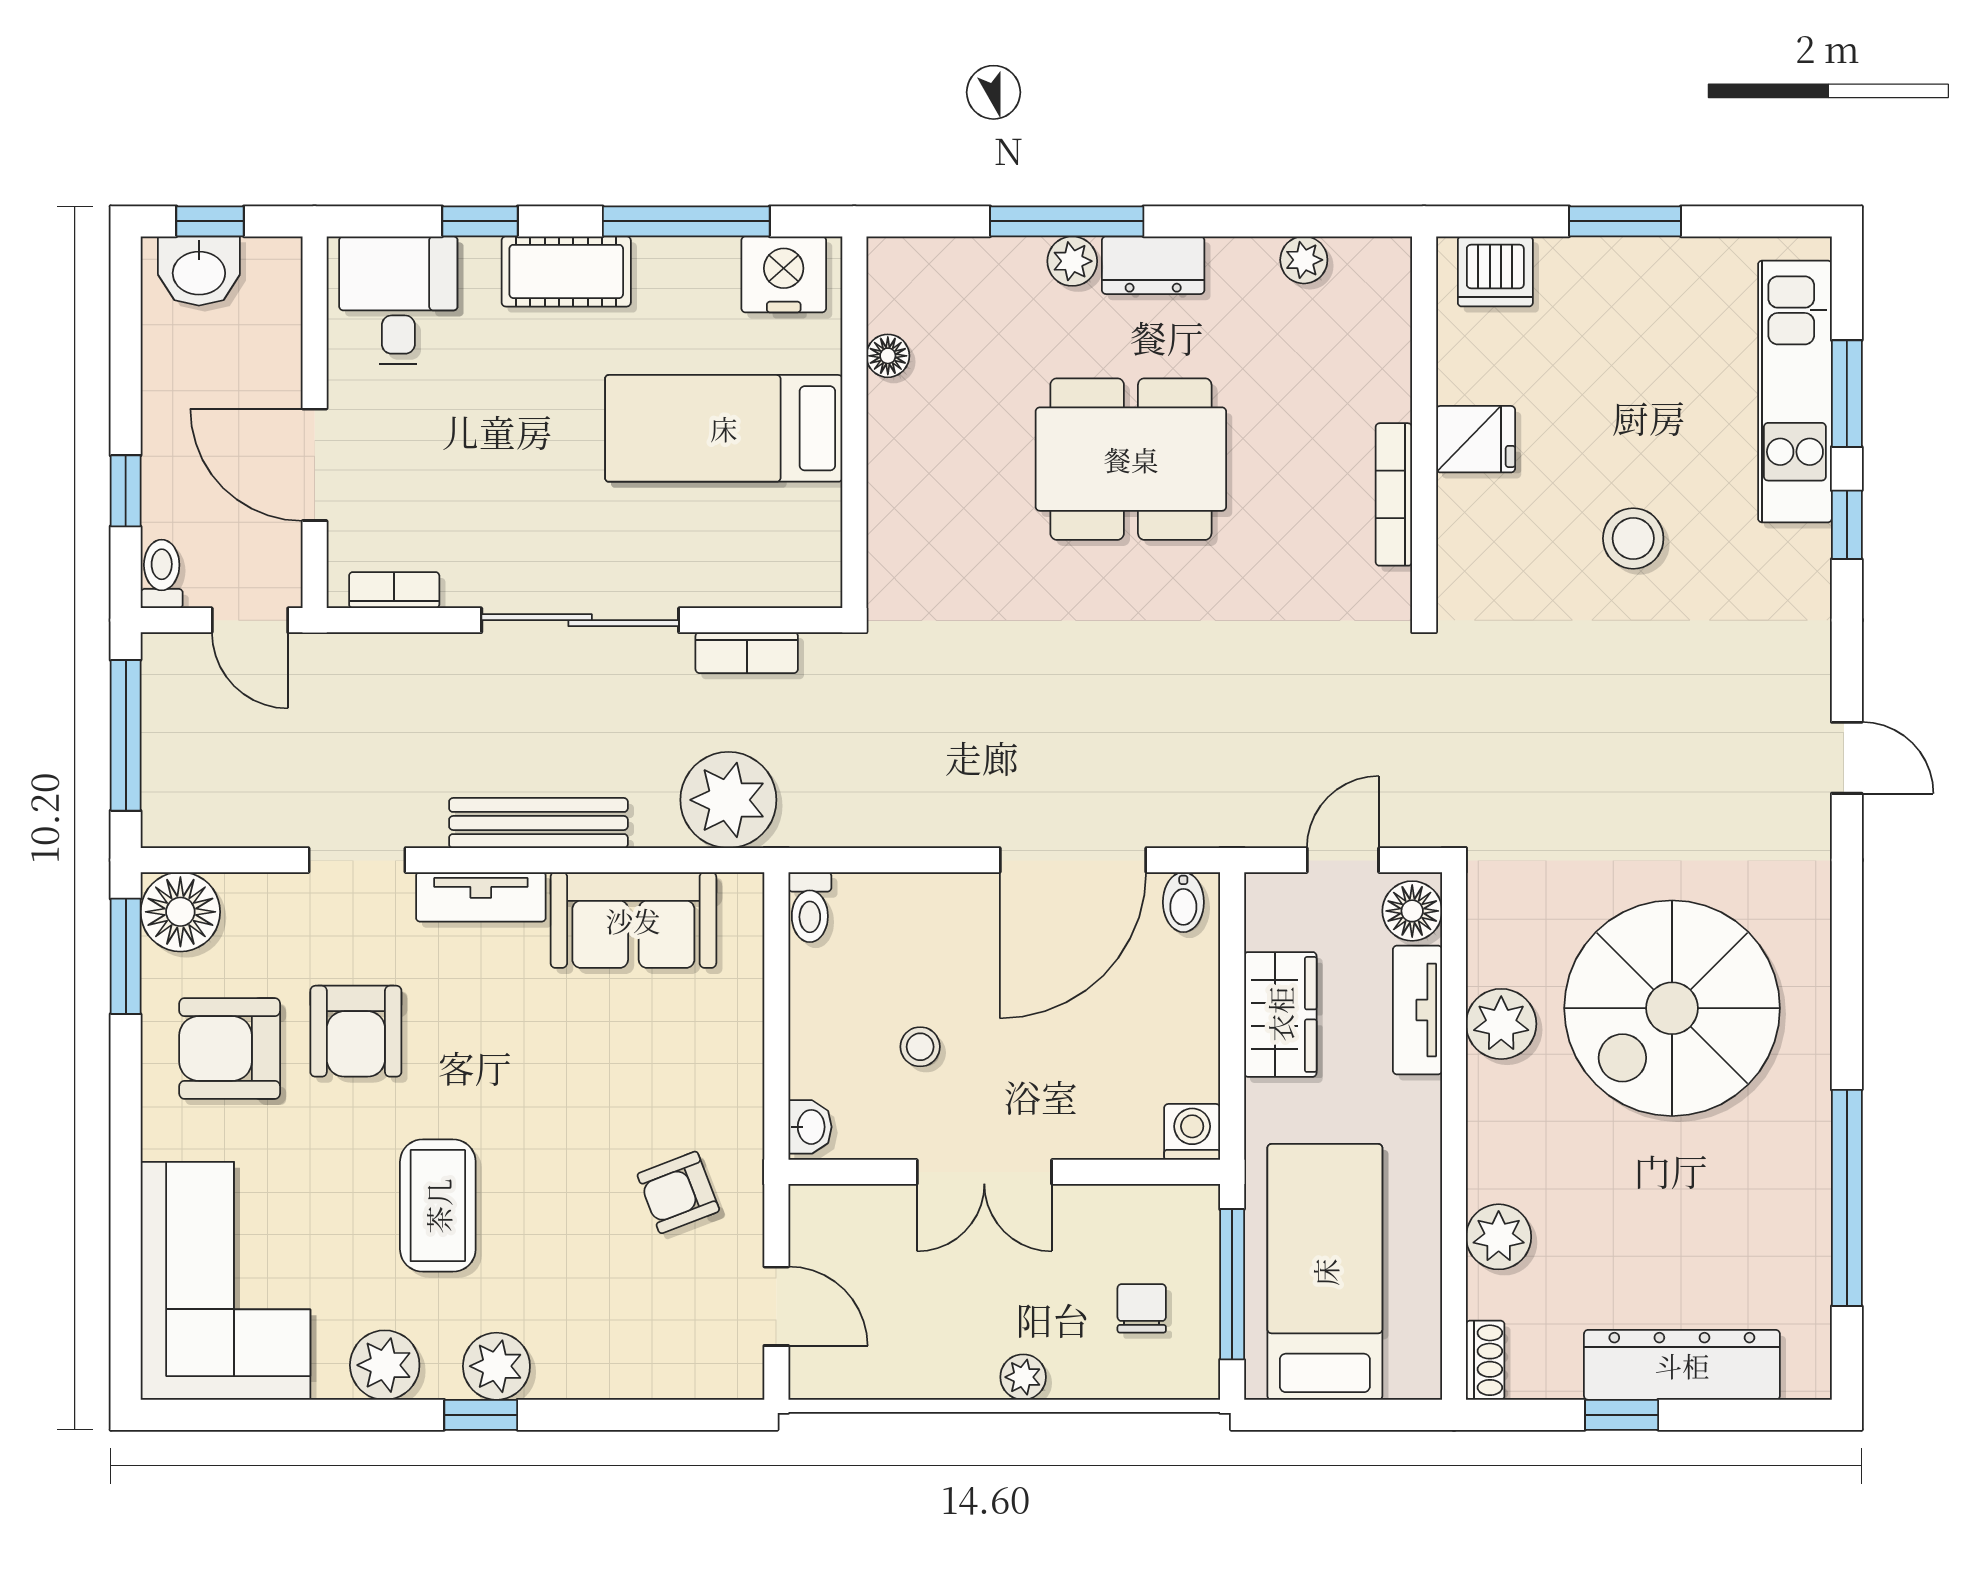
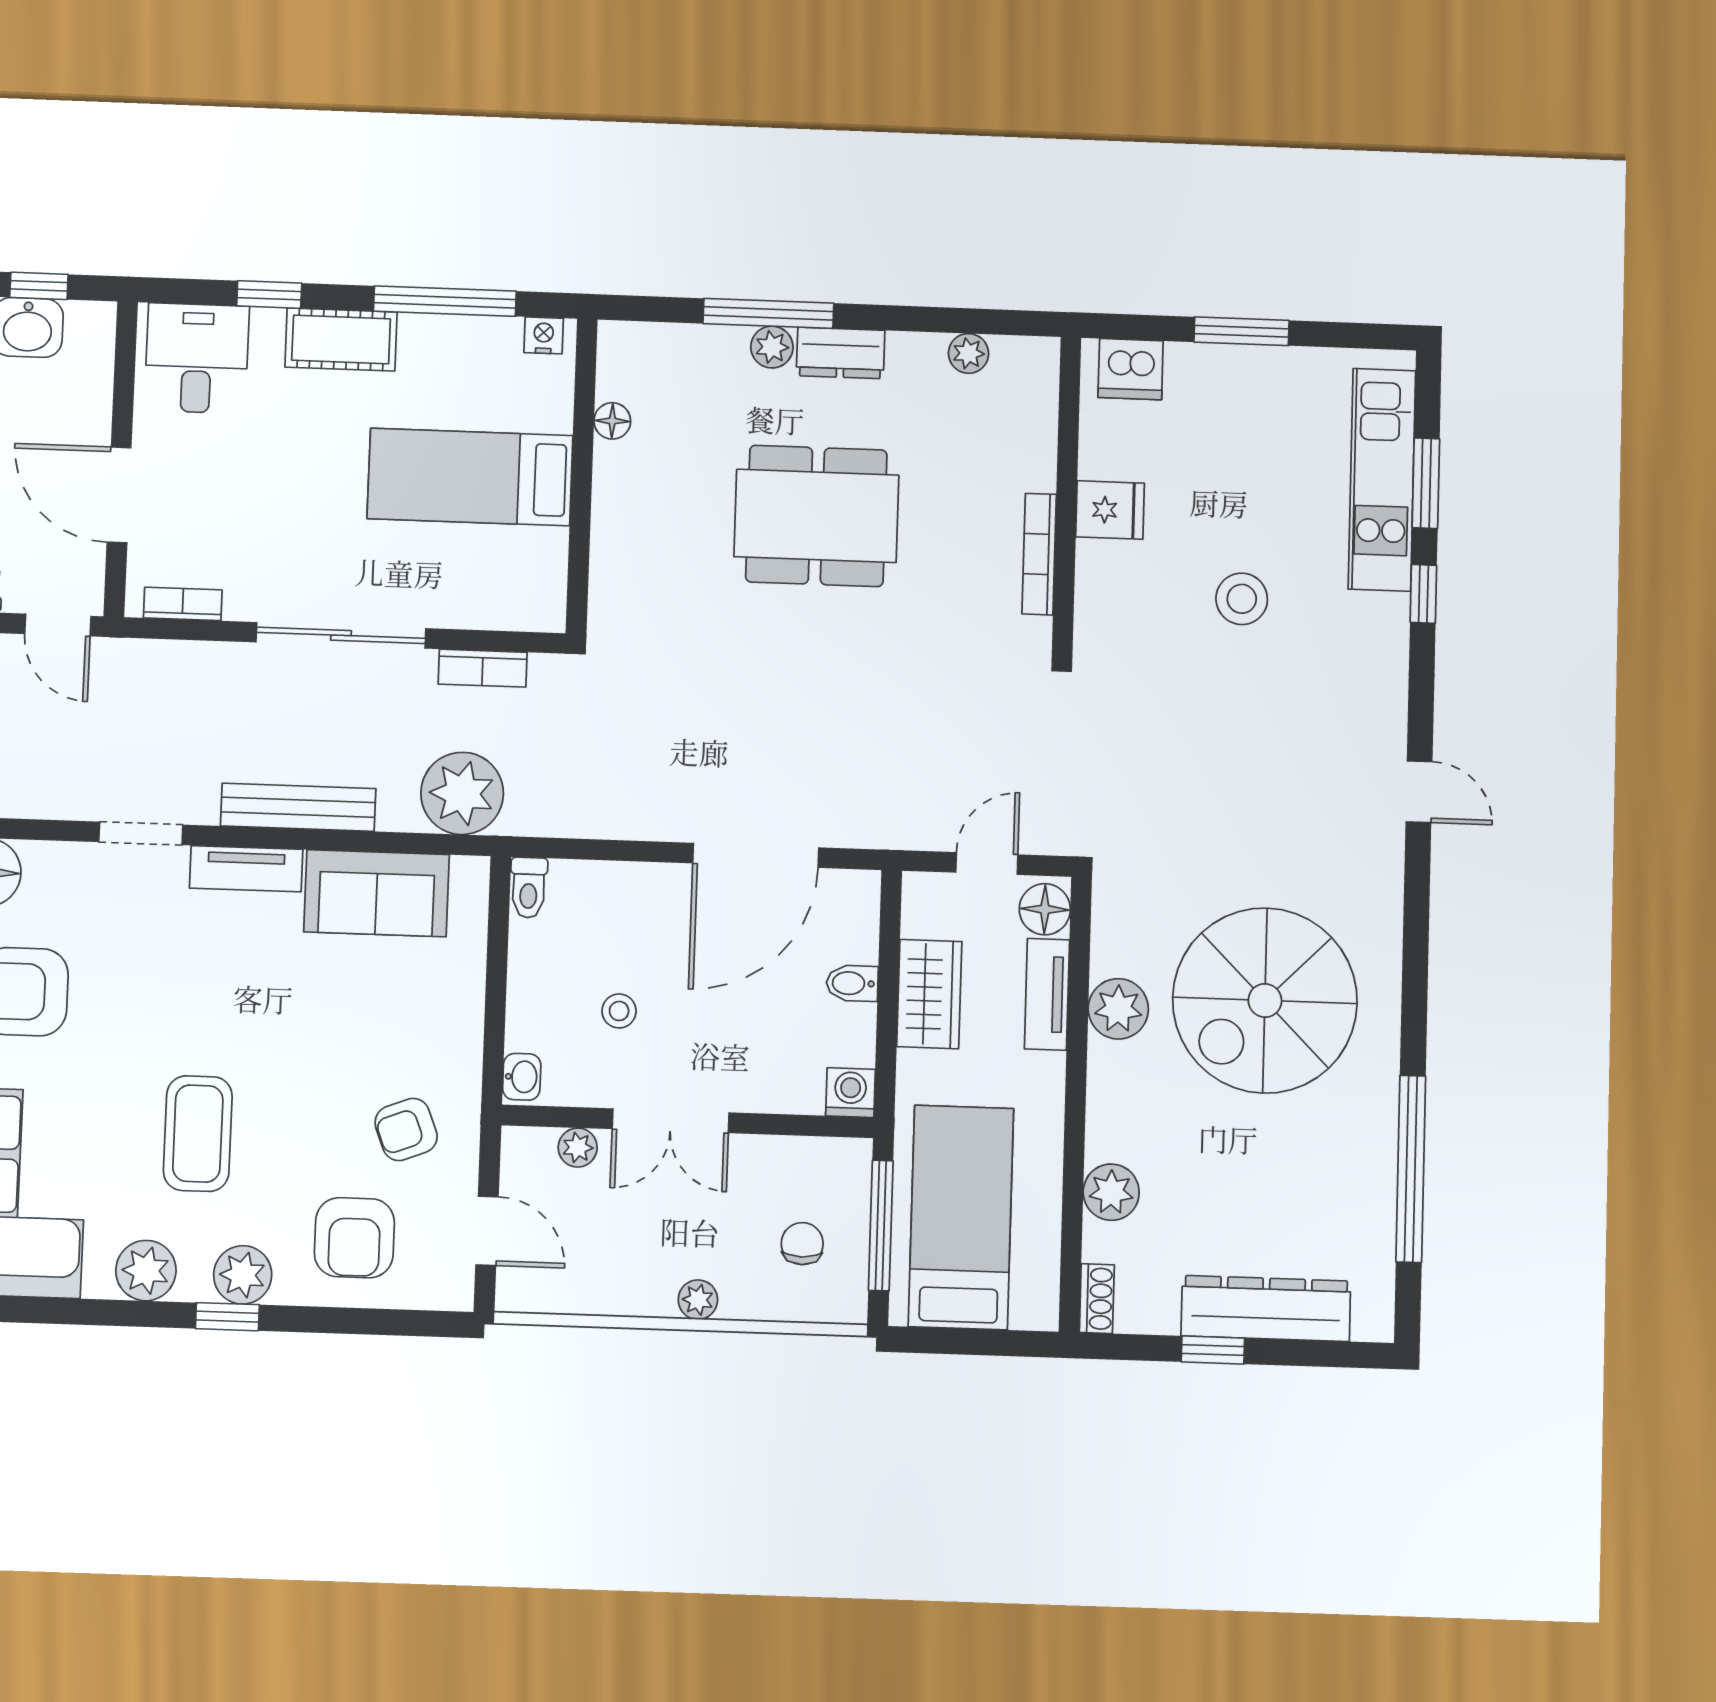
nightstand: (784, 274) -> (544, 335), width x0.53, depth x0.56
bidet: (1183, 902) -> (852, 983), moved, turned 90
armchair: (356, 1031) -> (354, 1238), moved
plant: (878, 1206) -> (578, 1148), added

